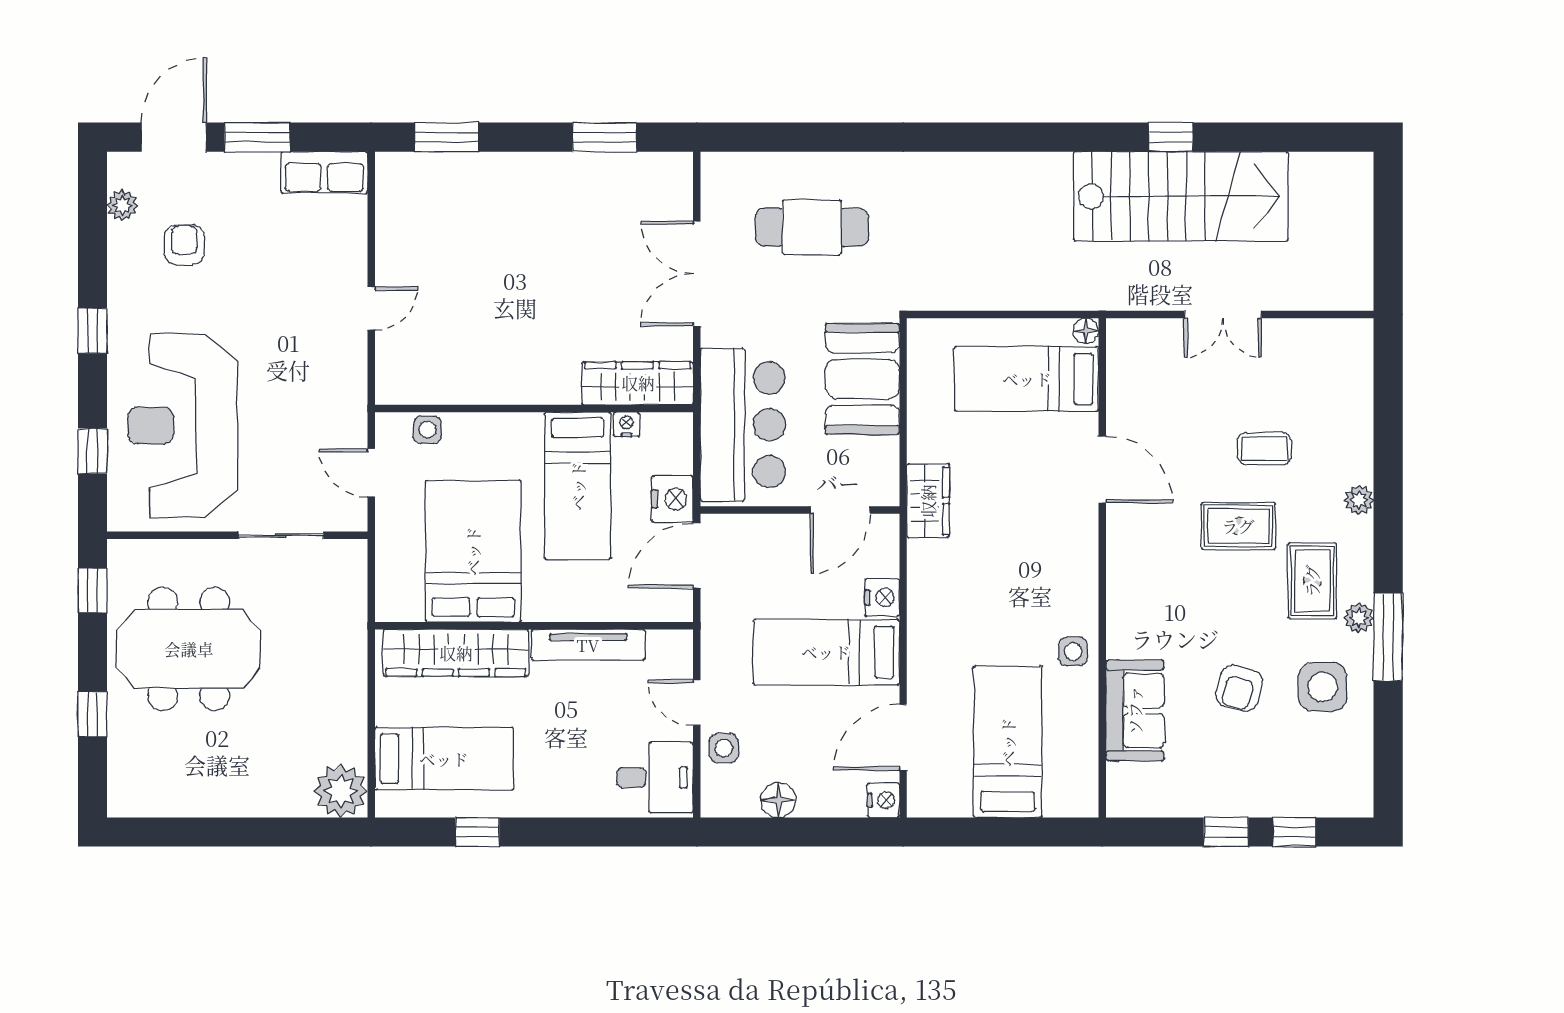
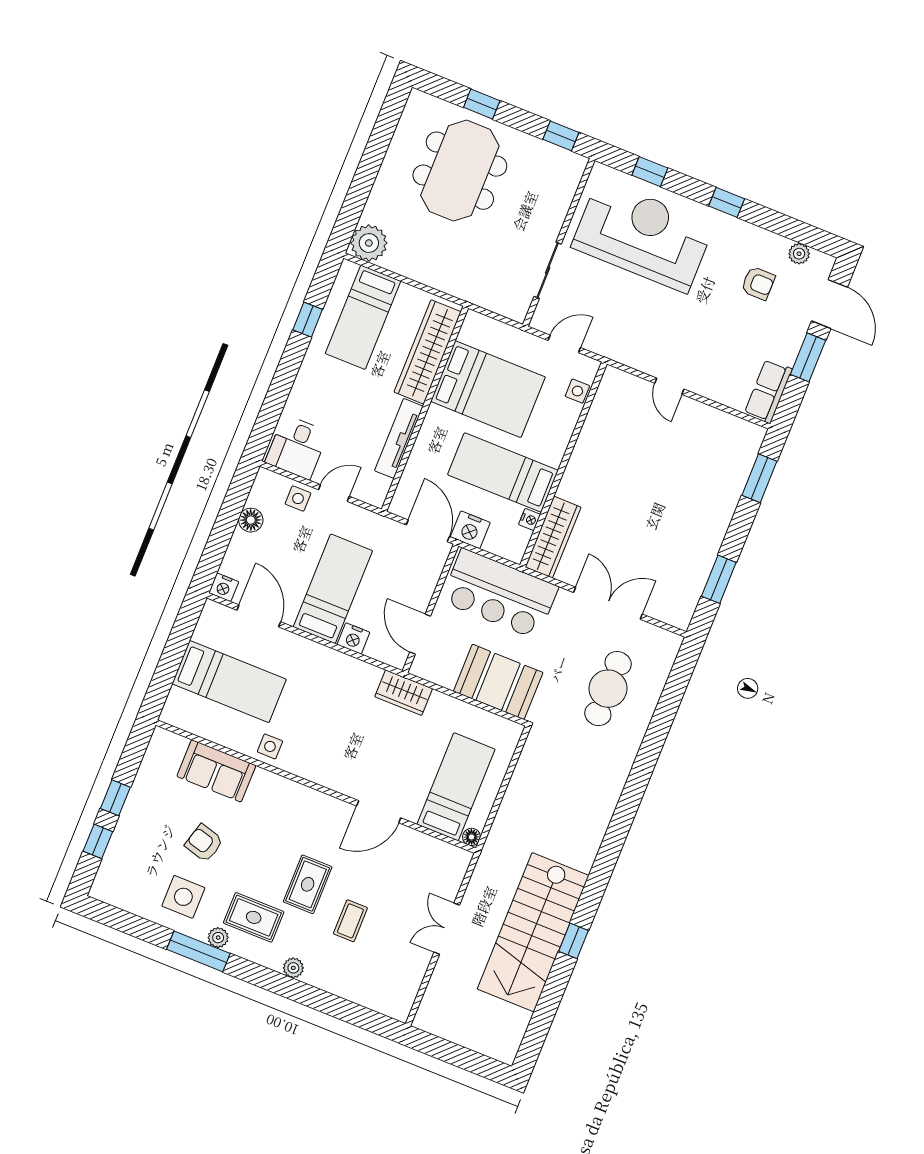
meeting table: (189, 649) -> (460, 171), moved

